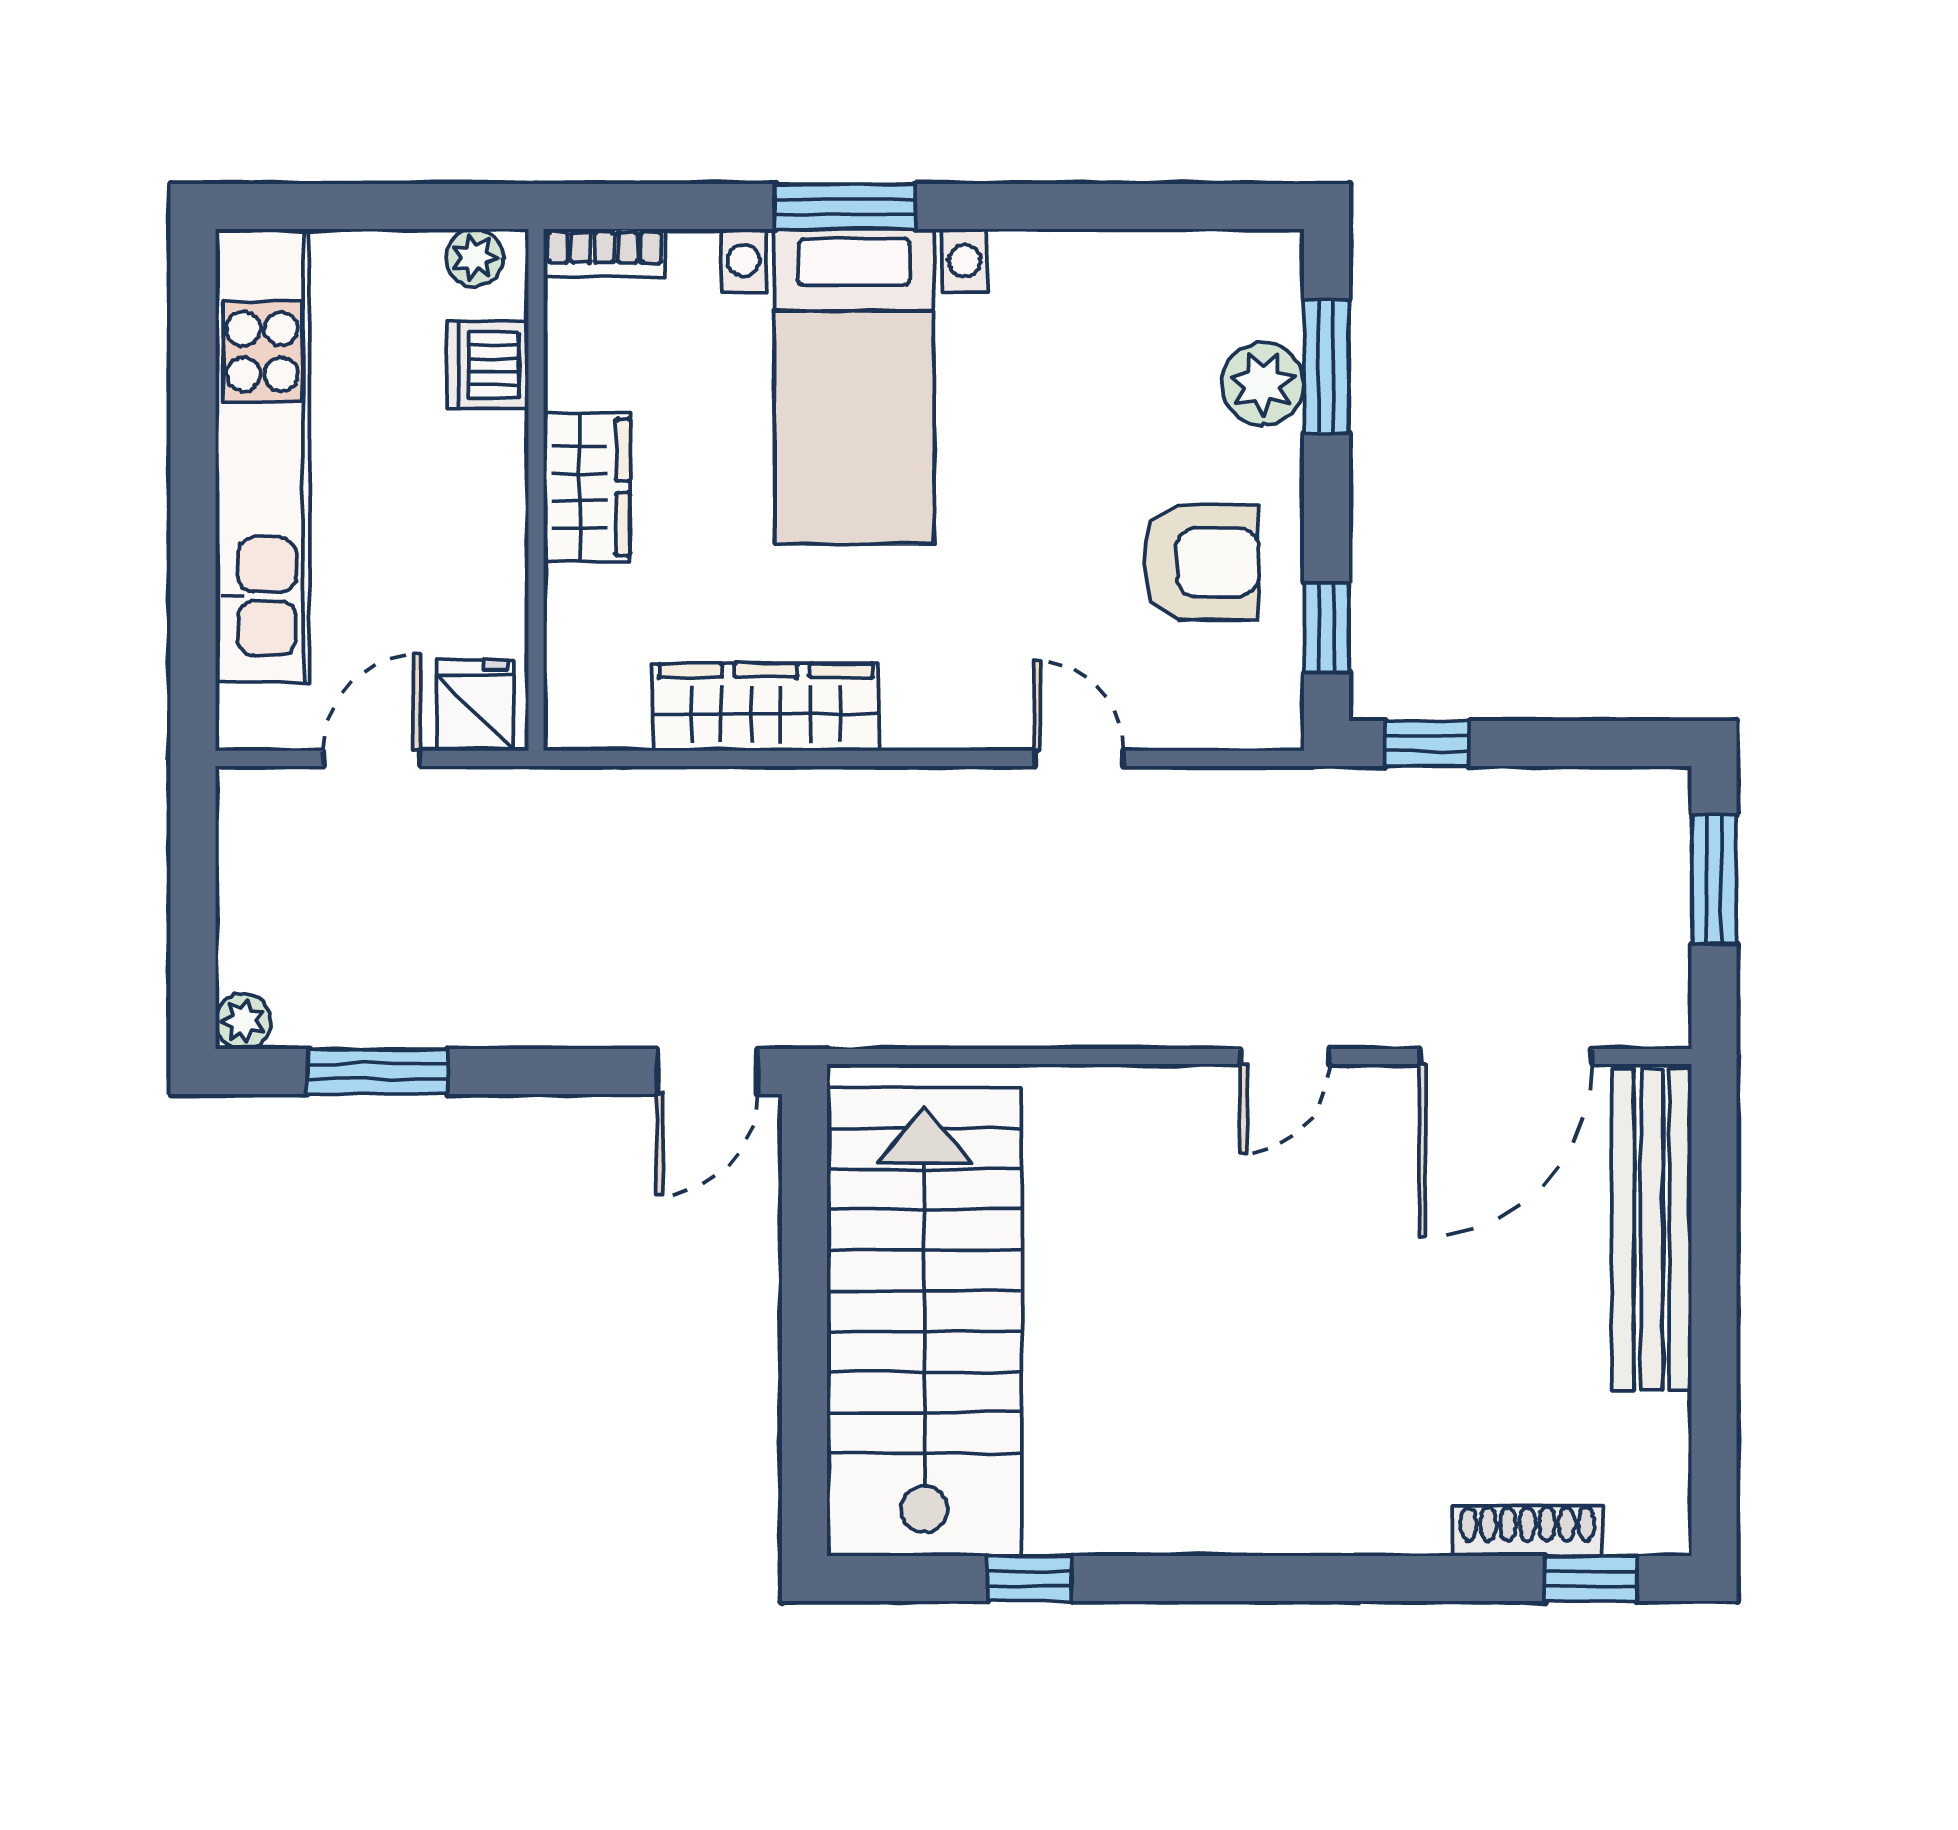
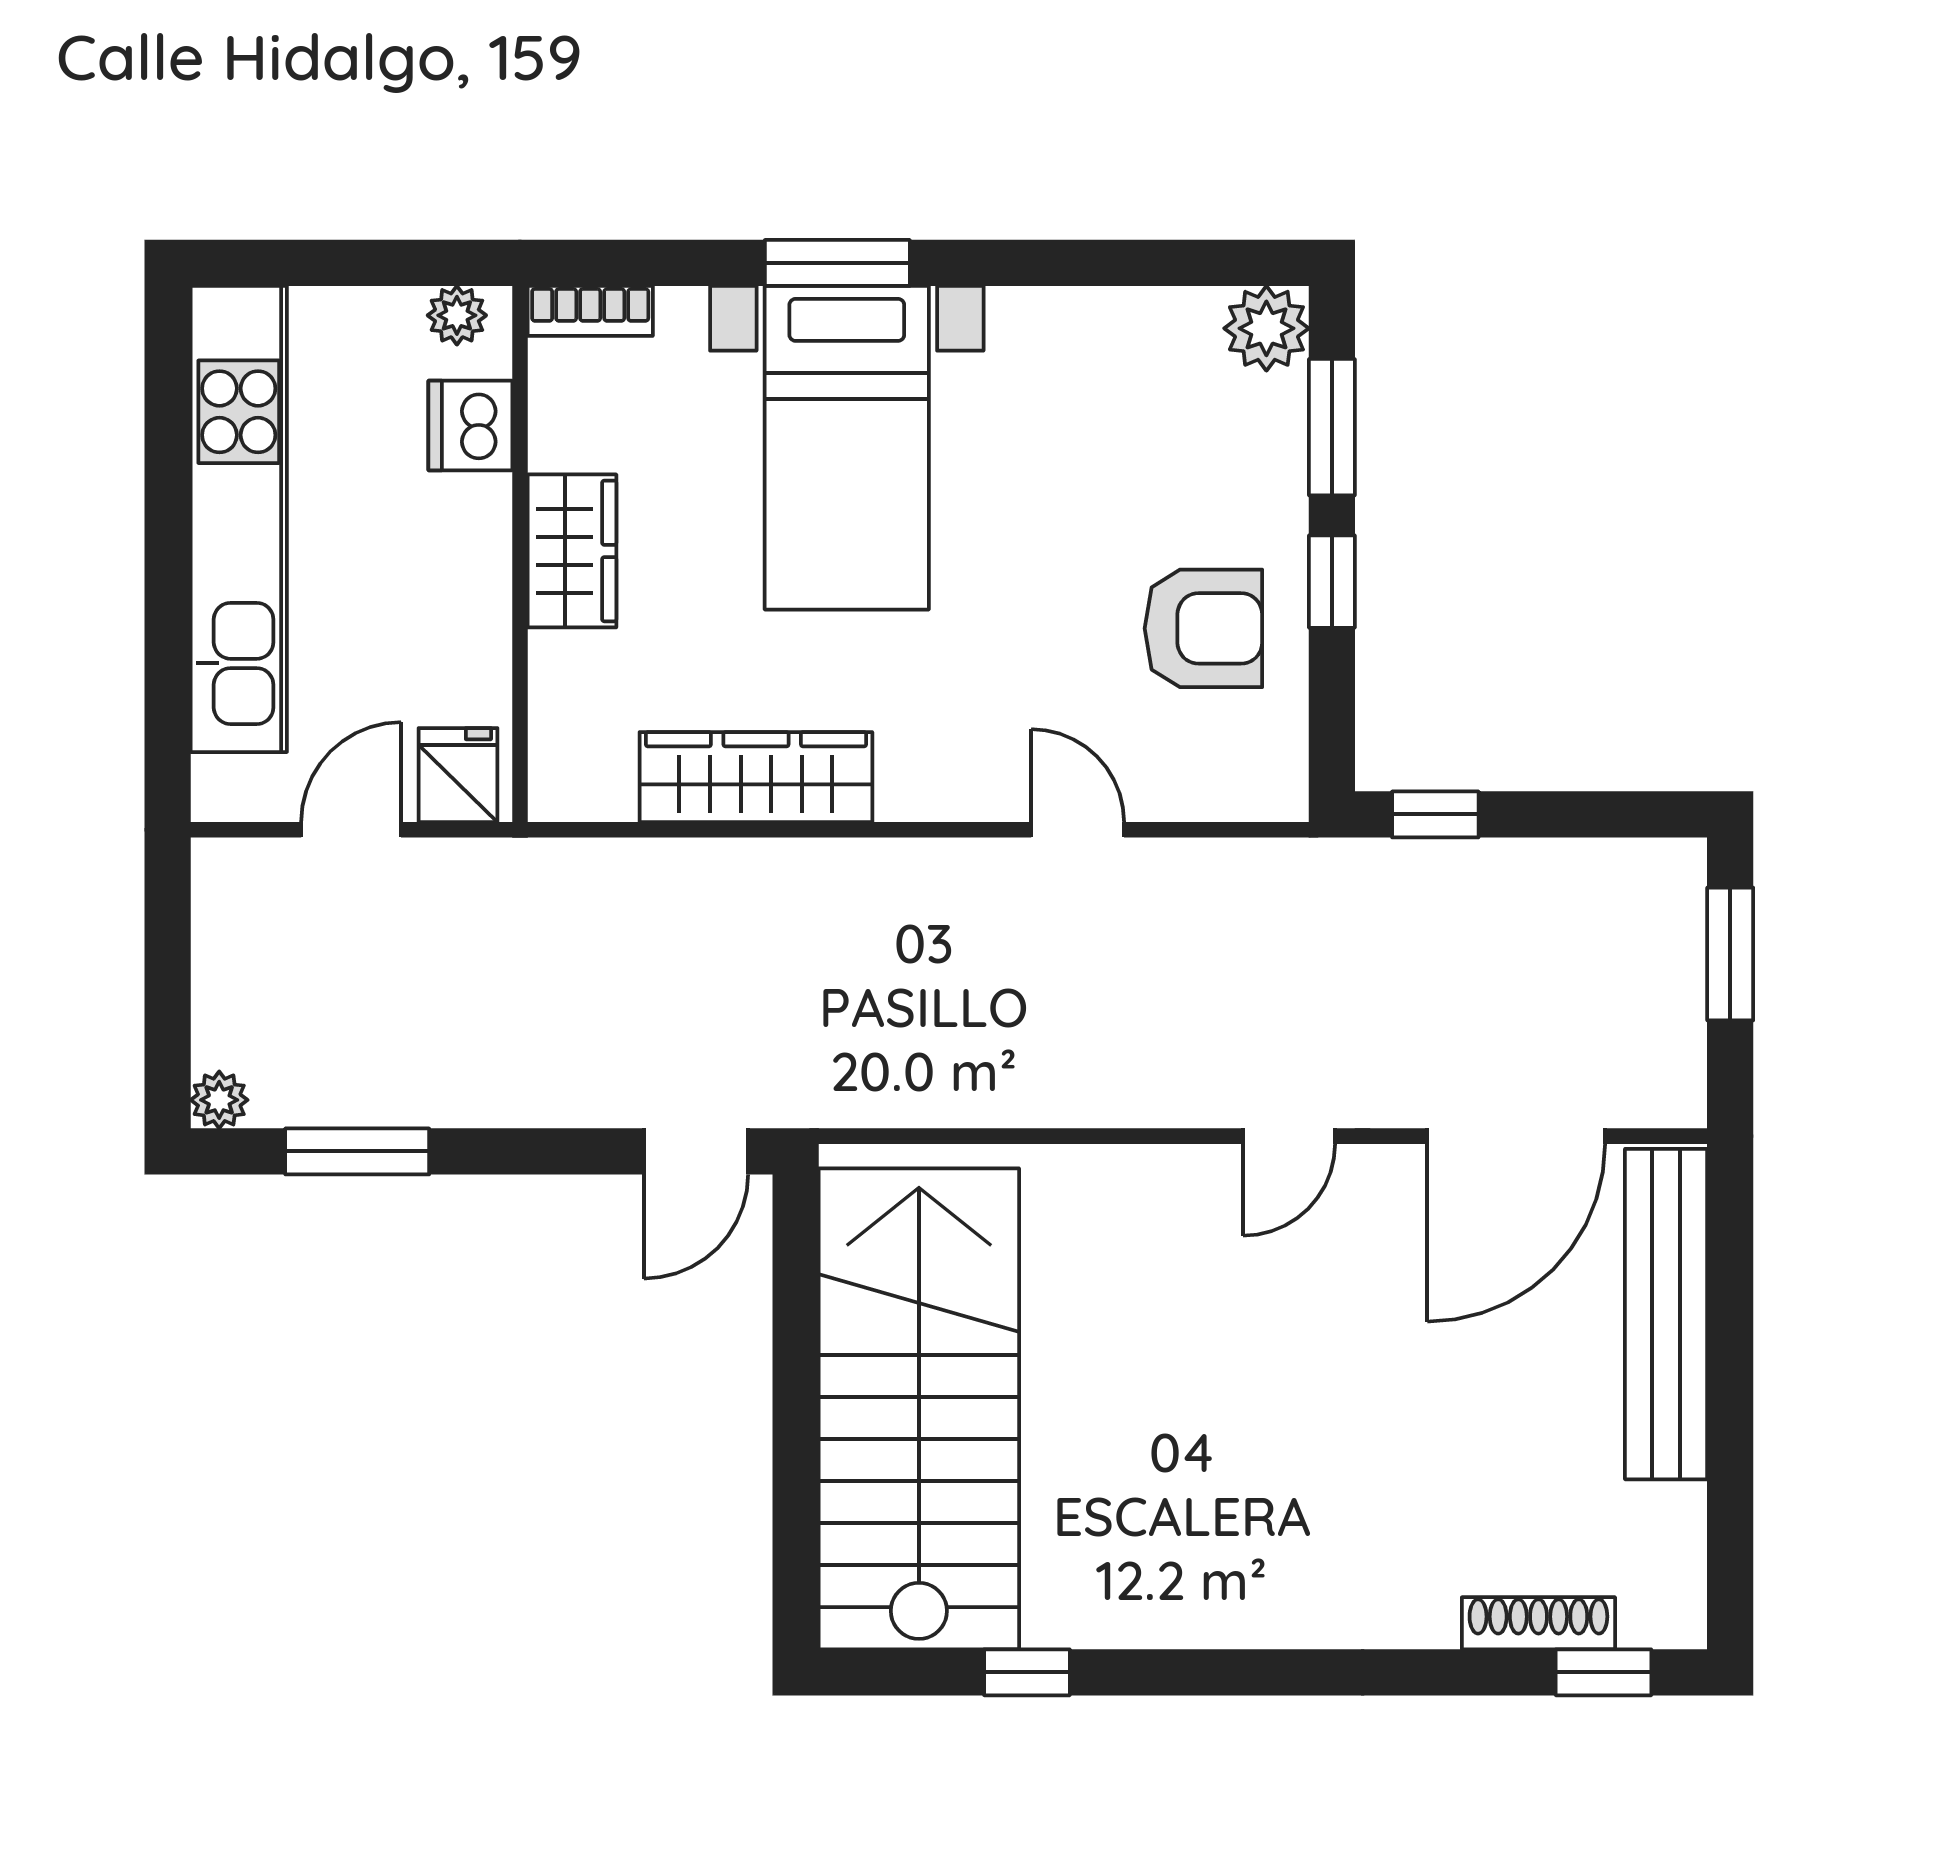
plant: (1263, 384) -> (1266, 328), moved
window: (1326, 628) -> (1332, 582), moved

